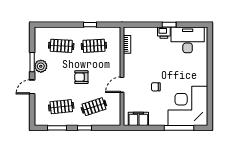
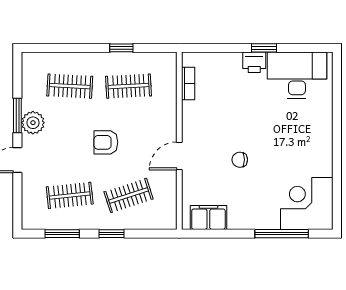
corner desk: (188, 106) -> (307, 203), width x0.74, depth x0.74

